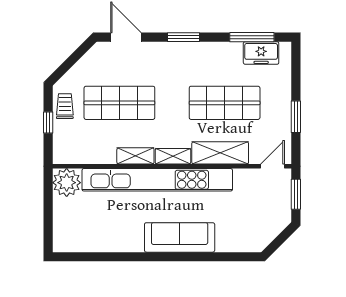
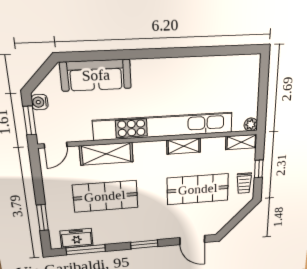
window: (296, 117) -> (42, 218), moved
shelving: (173, 156) -> (241, 142), moved
plant: (67, 183) -> (251, 124), width x0.53, depth x0.53
water cooler: (284, 213) -> (40, 102), added
sofa: (180, 237) -> (96, 75), moved

